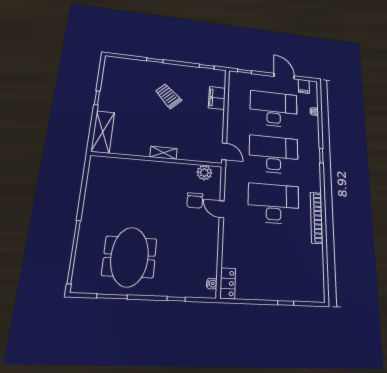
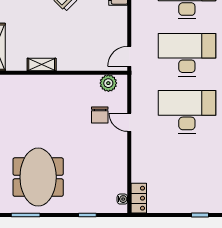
door: (224, 151) -> (129, 56), swing flipped
shelving: (164, 153) -> (42, 65), moved

